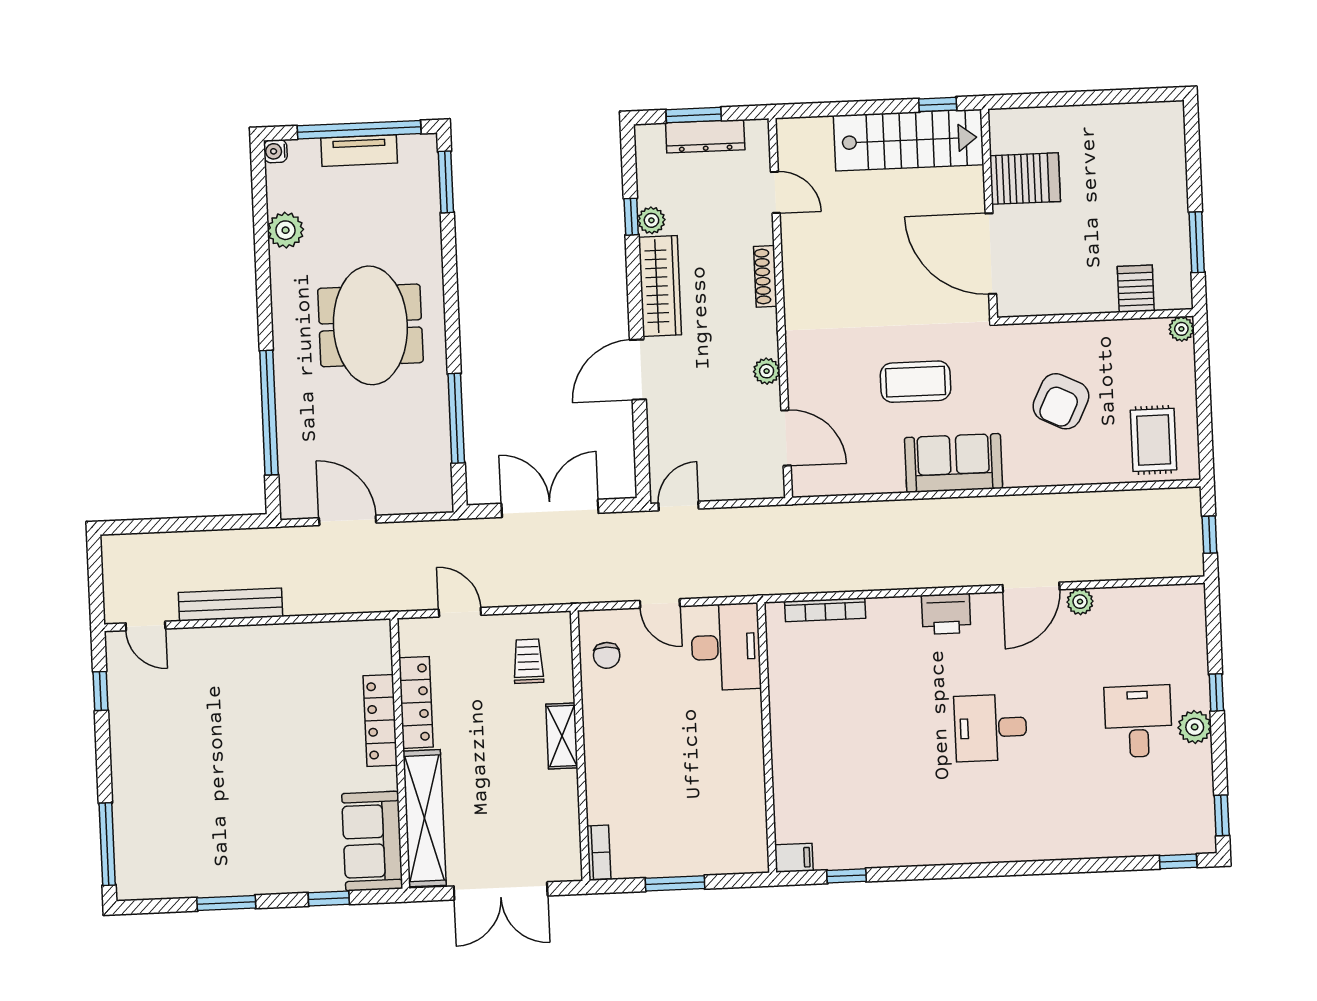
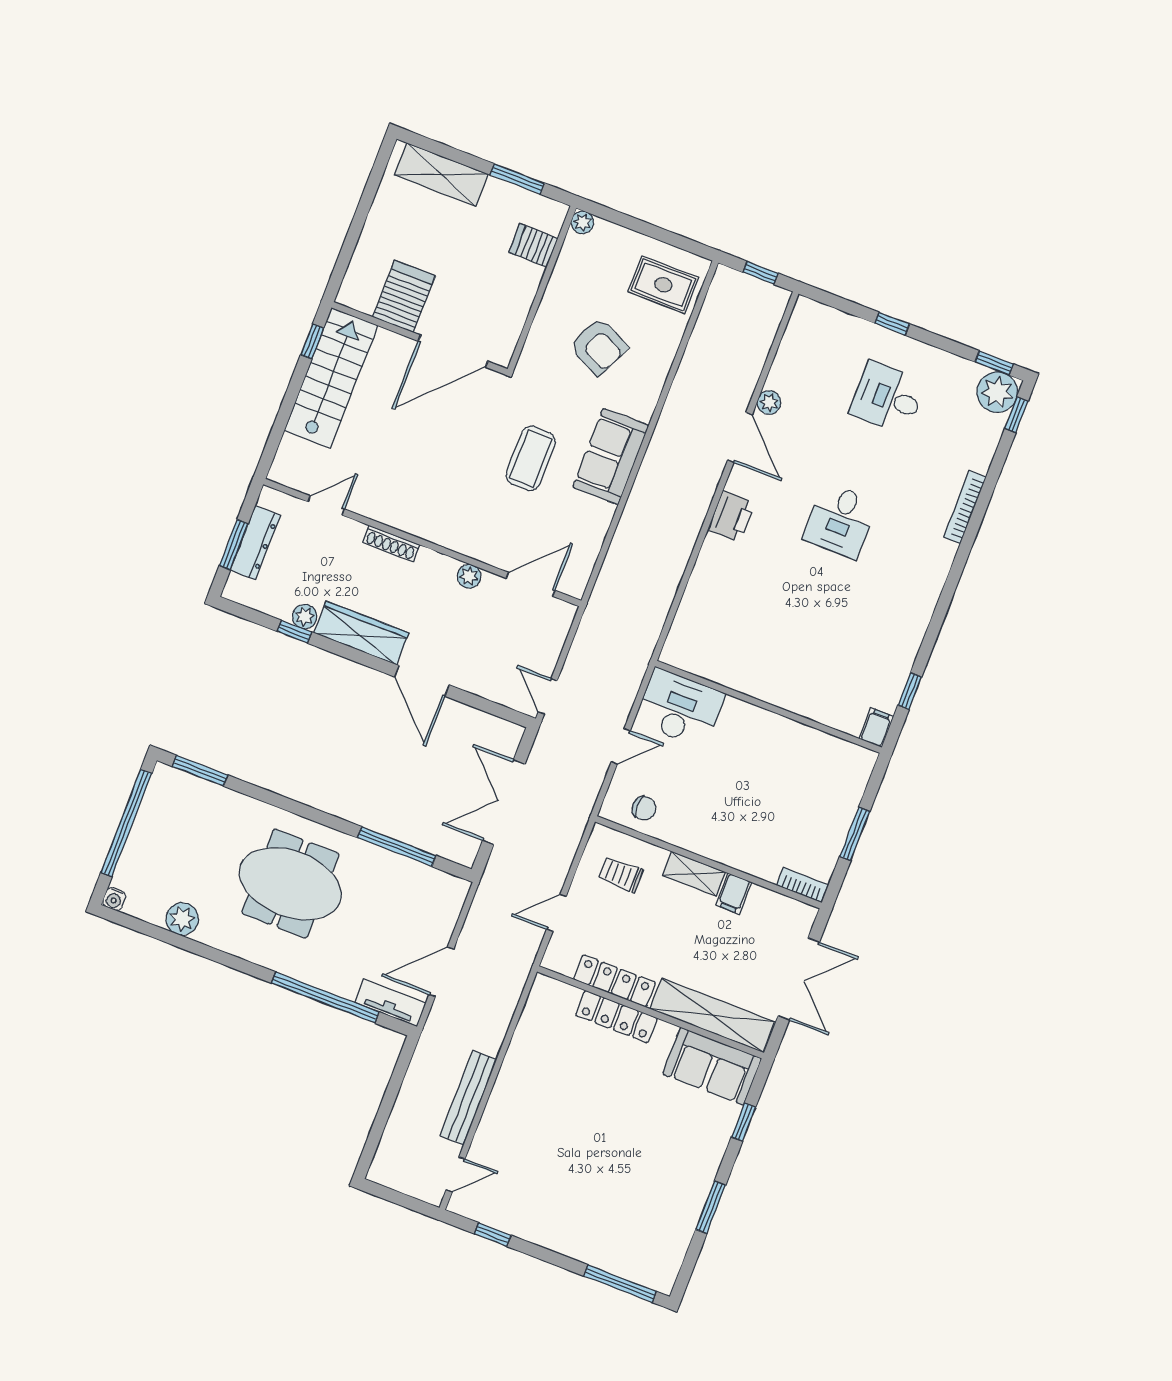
tv unit: (359, 151) -> (390, 1003), moved, turned -90
shelving: (1167, 162) -> (441, 175), added
bookcase: (825, 610) -> (965, 507), moved, turned 180
plant: (1195, 727) -> (997, 392), moved, width x1.36, depth x1.36
filing cabinet: (559, 786) -> (734, 894), added

